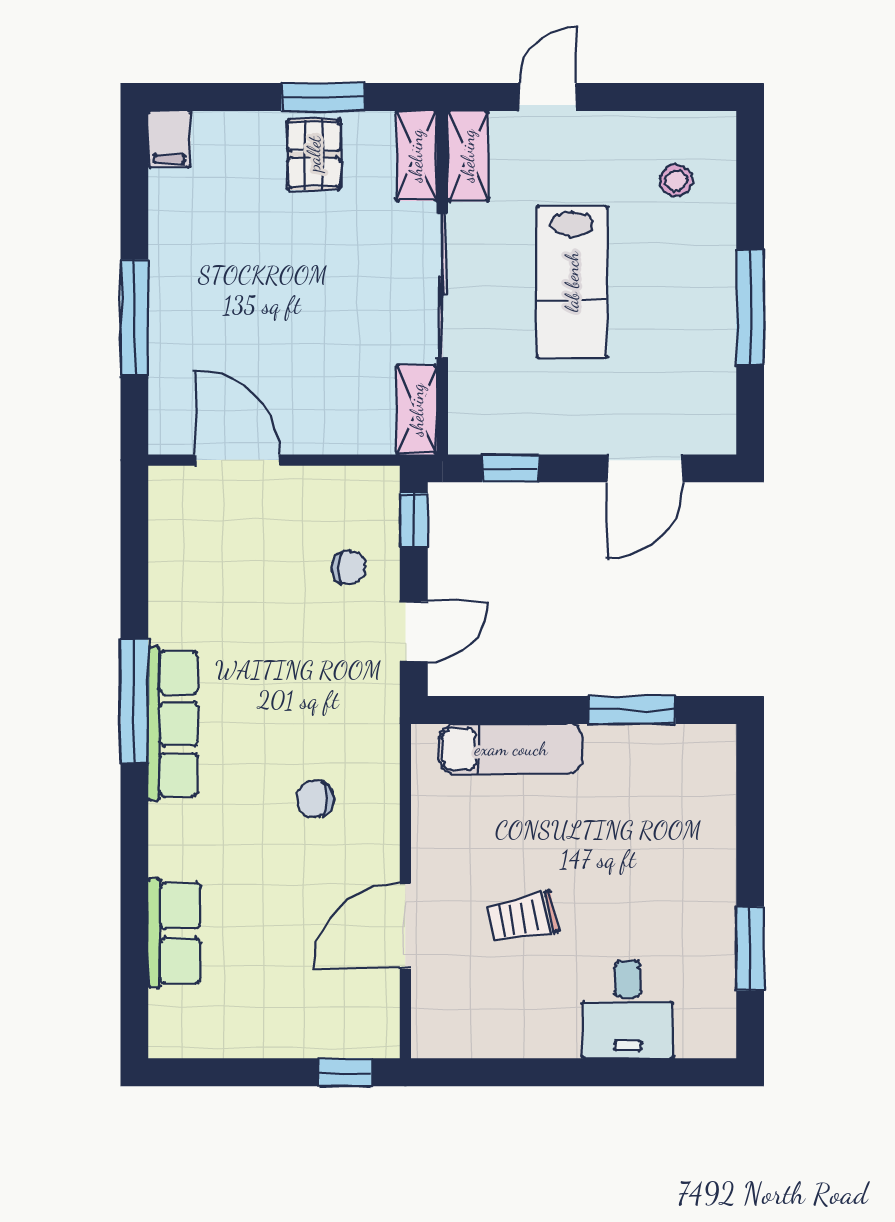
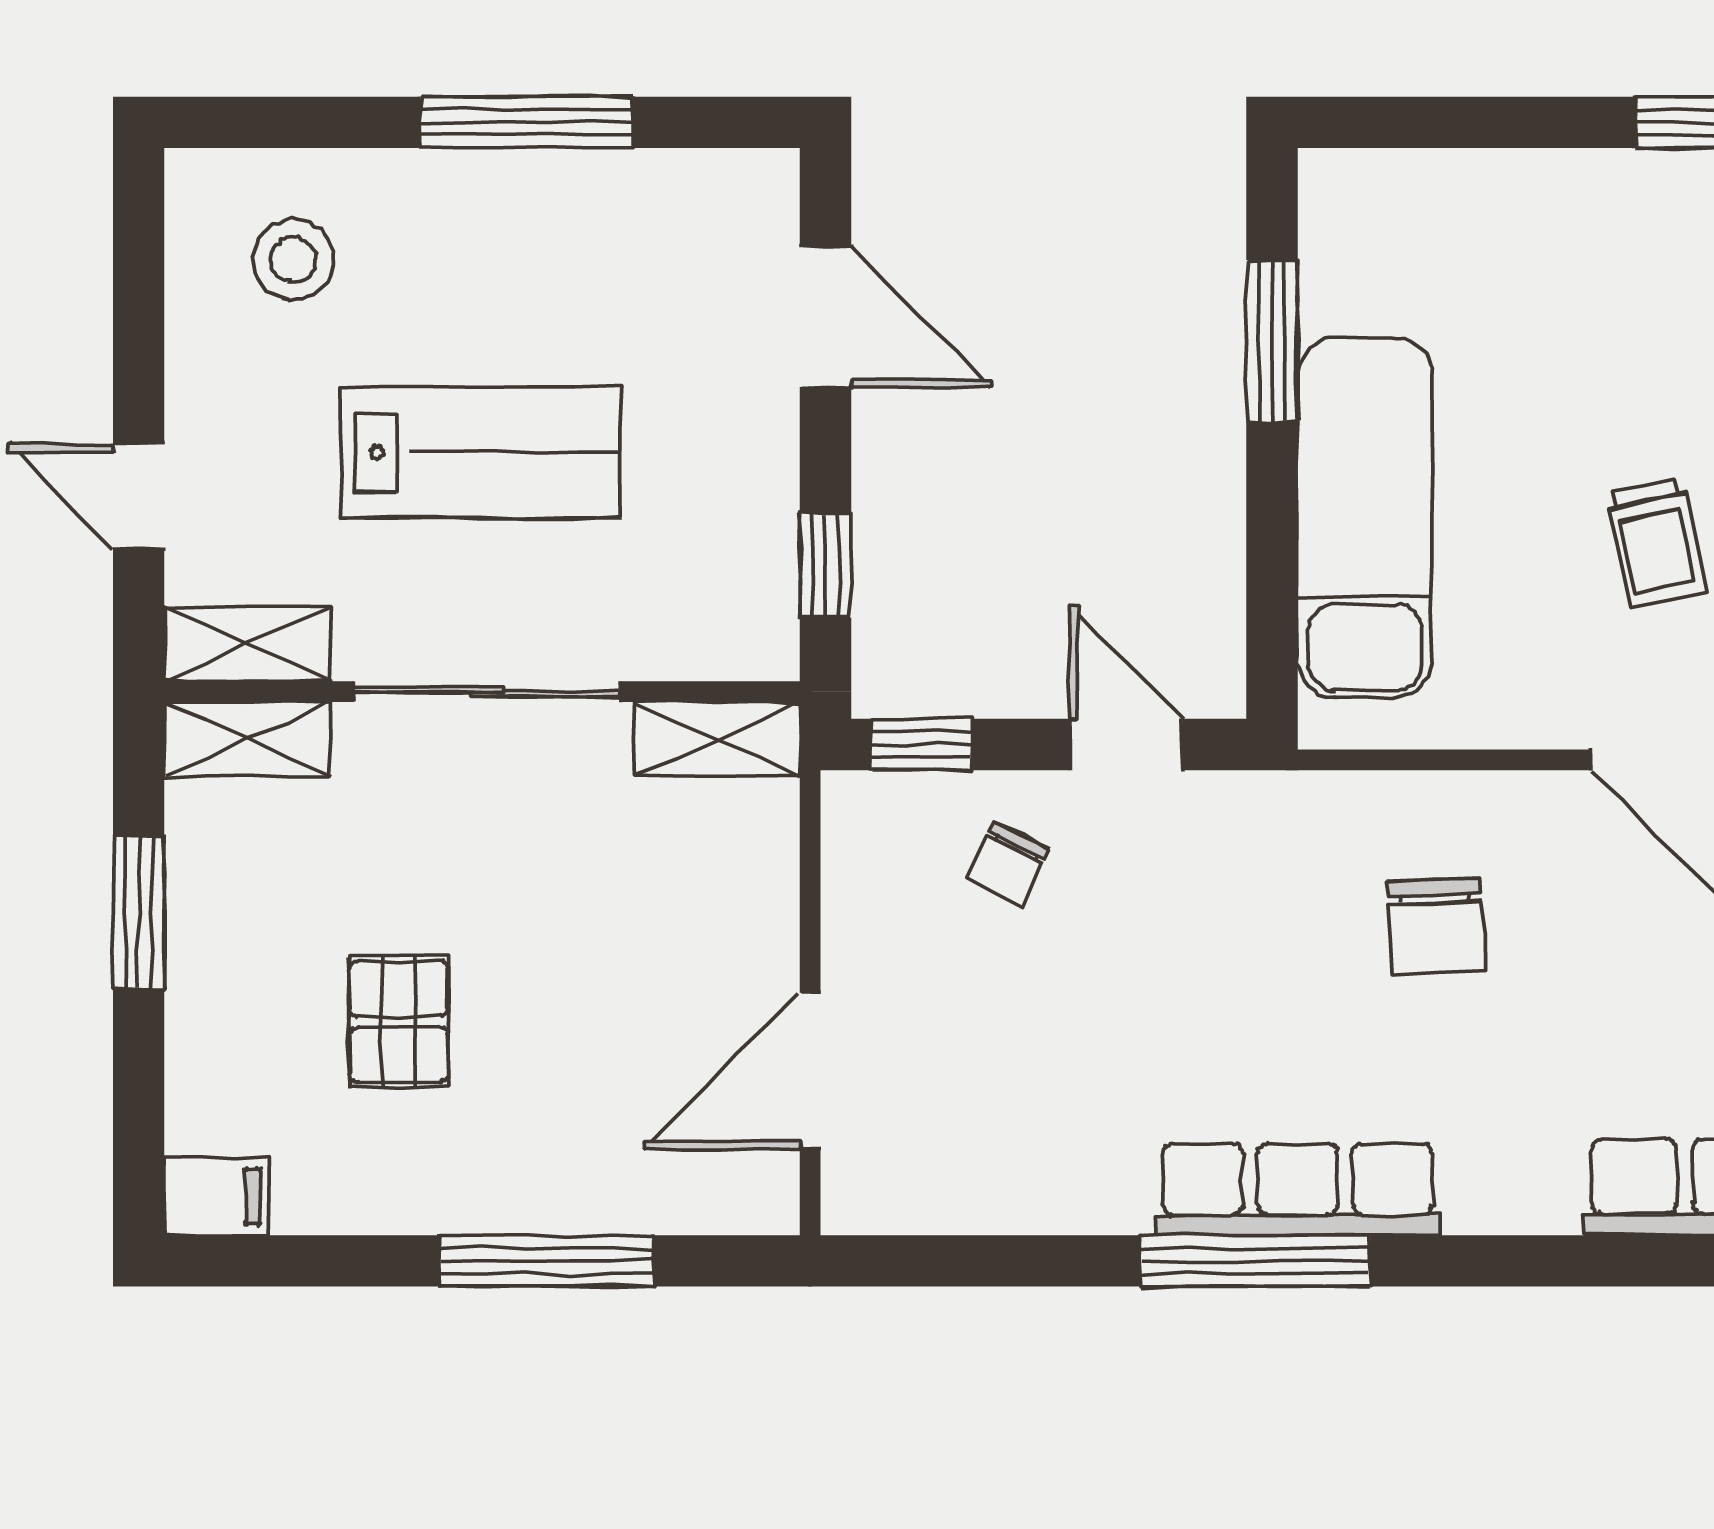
pallet: (314, 154) -> (399, 1021), moved, turned 90
stool: (676, 181) -> (293, 259), width x1.37, depth x1.37
chair: (349, 567) -> (1008, 864), turned -153
exam couch: (511, 749) -> (1365, 517), width x1.36, depth x1.45
chair: (315, 799) -> (1436, 926), width x1.37, depth x1.37

